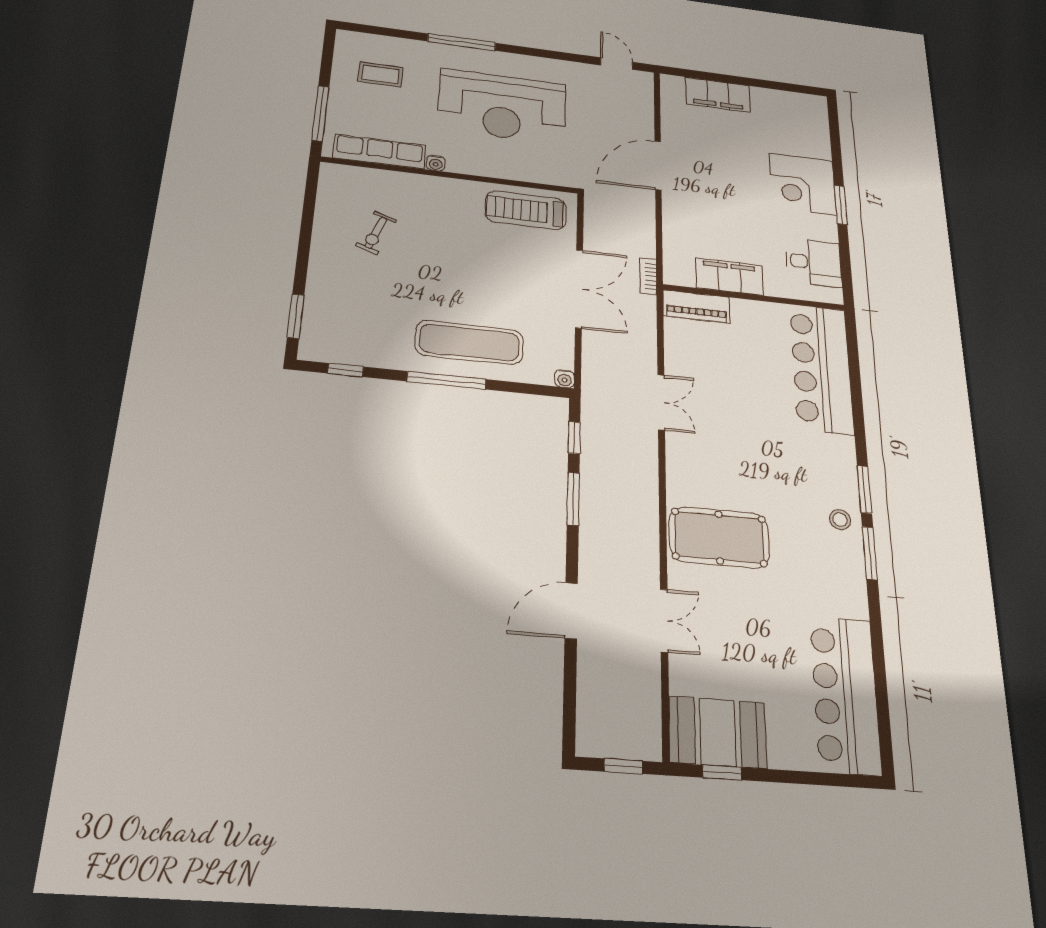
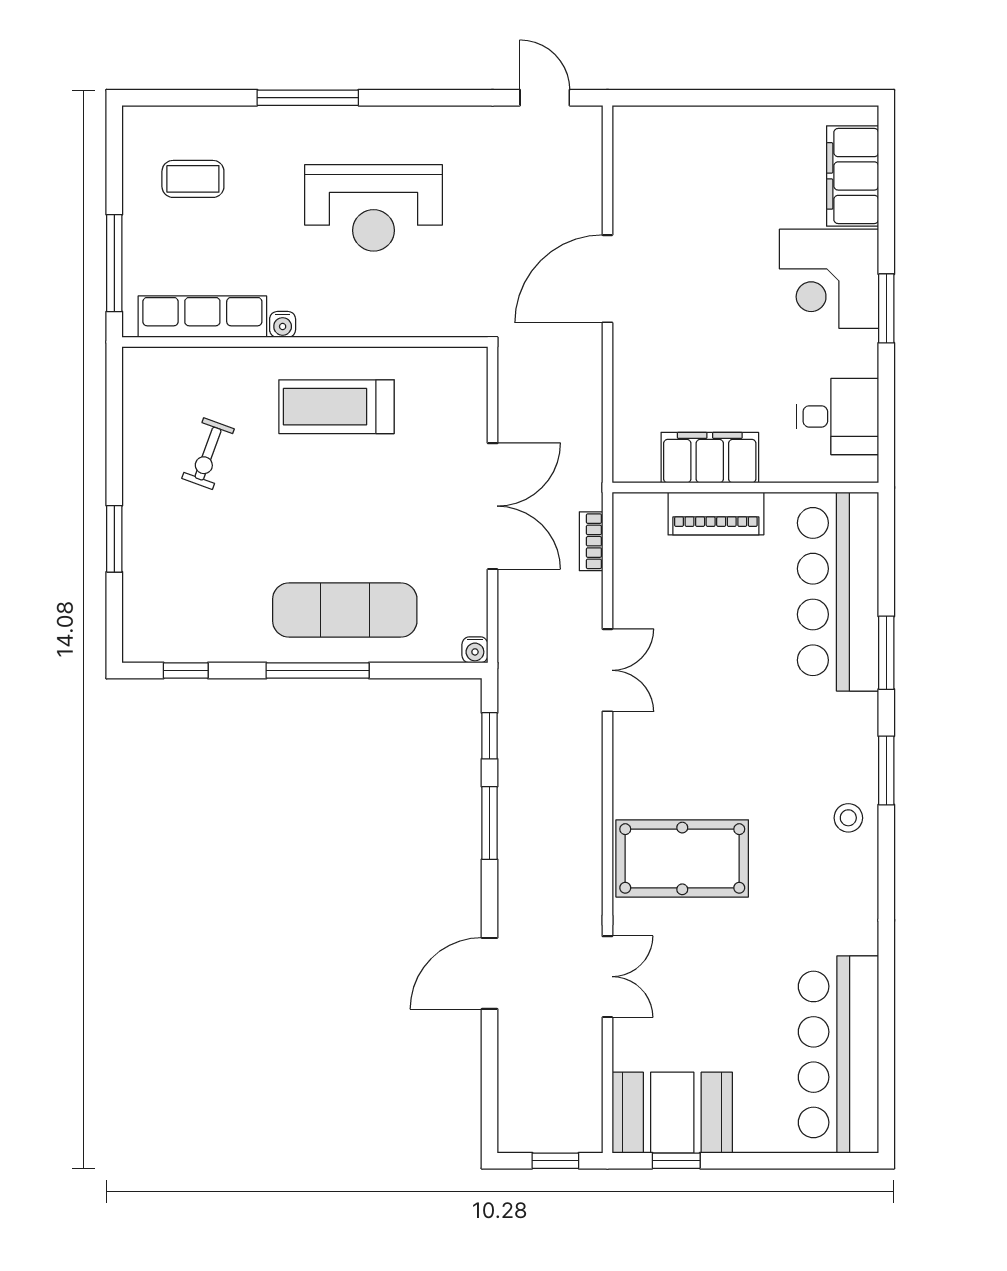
filing cabinet: (718, 95) -> (853, 176), moved, turned 90
reception desk: (502, 106) -> (374, 208), width x0.74, depth x0.77
treadmill: (526, 210) -> (336, 407), moved
bookcase: (648, 276) -> (591, 541), moved
piano: (696, 306) -> (716, 513), moved
window: (296, 316) -> (114, 539), moved
window: (870, 553) -> (886, 653), moved

